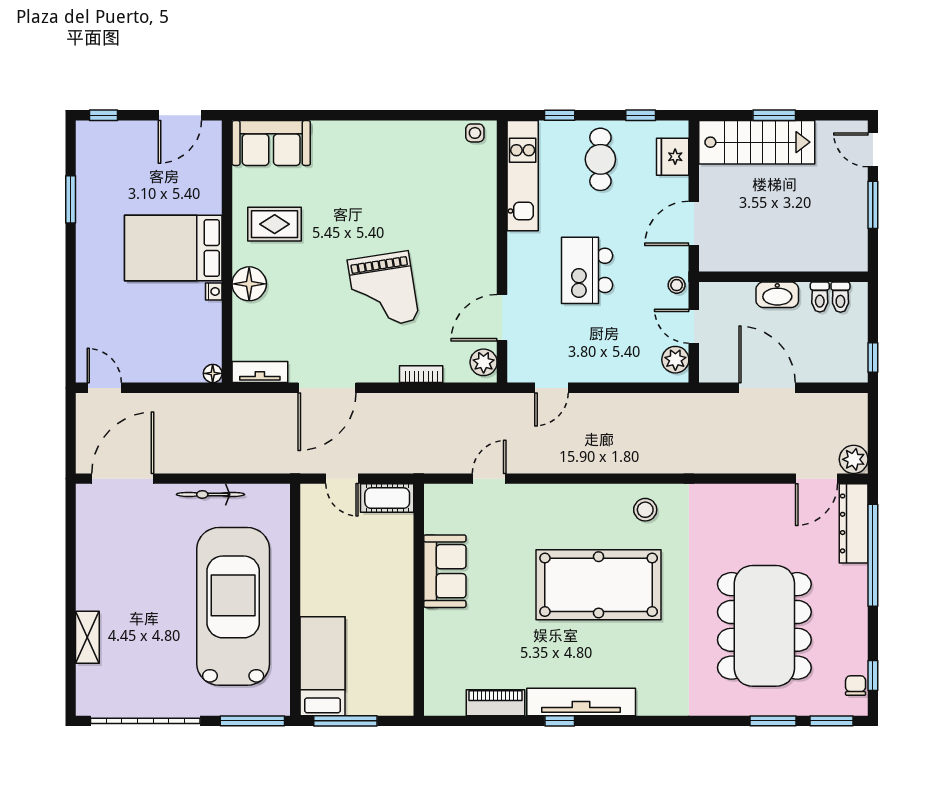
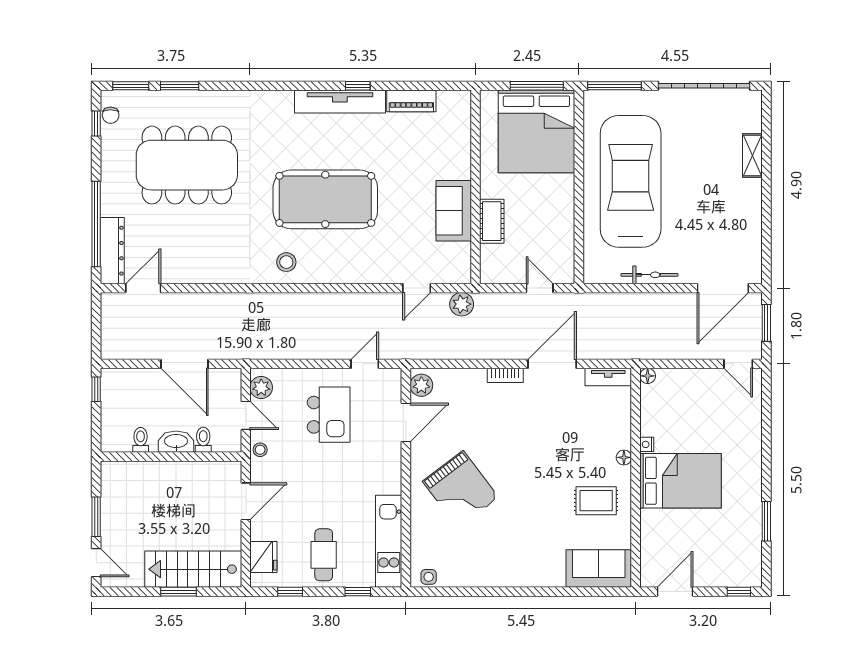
kitchen island: (587, 270) -> (329, 415), moved
floor lamp: (249, 284) -> (624, 457), width x0.53, depth x0.53
grand piano: (383, 290) -> (460, 489), moved, turned 152
toilet: (840, 297) -> (203, 440), moved
bookcase: (421, 374) -> (505, 375), moved
window: (71, 437) -> (766, 323), added
plant: (854, 459) -> (462, 304), moved
cot: (387, 498) -> (492, 221), moved, turned 90
car: (233, 606) -> (631, 181), turned 180
dining table: (764, 626) -> (187, 165), turned 90
bed: (322, 666) -> (536, 131), width x2.04

